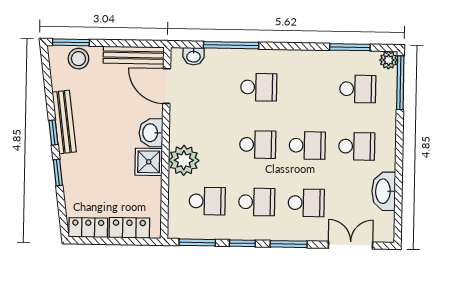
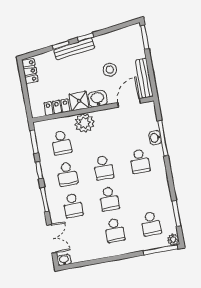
washbasin: (194, 56) -> (155, 138), moved
stool: (78, 59) -> (110, 70), moved
bench: (64, 122) -> (74, 49), moved
washbasin: (384, 191) -> (64, 260), moved, width x0.52, depth x0.69
locker: (129, 228) -> (57, 107), moved, turned -90

